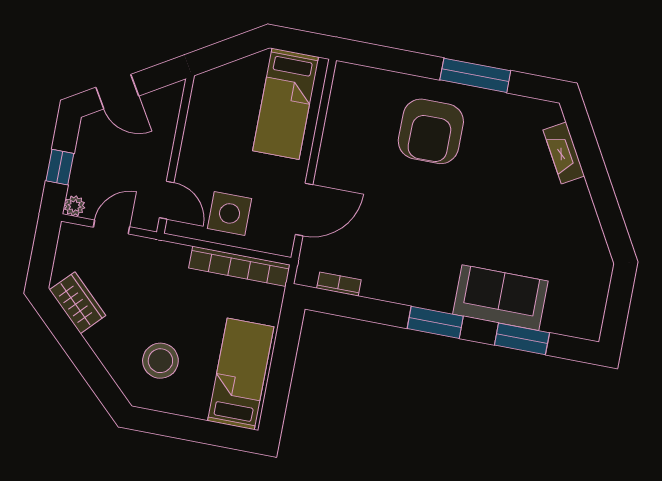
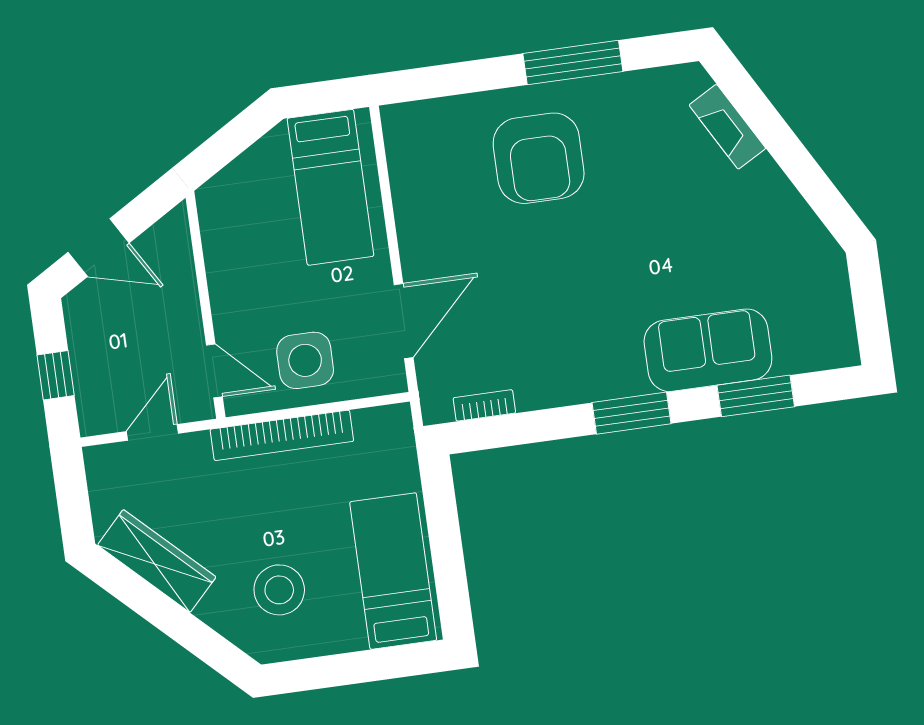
plant: (74, 206) -> (93, 421), removed
bookcase: (239, 266) -> (282, 435), moved
wardrobe: (78, 303) -> (157, 561), width x1.50

